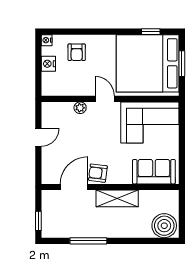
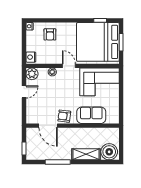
nightstand: (48, 64) -> (31, 57), moved
plant: (50, 111) -> (32, 74), added
sofa: (154, 172) -> (91, 115), moved
door: (74, 187) -> (48, 126), swing flipped
shelving: (117, 198) -> (86, 154), moved

